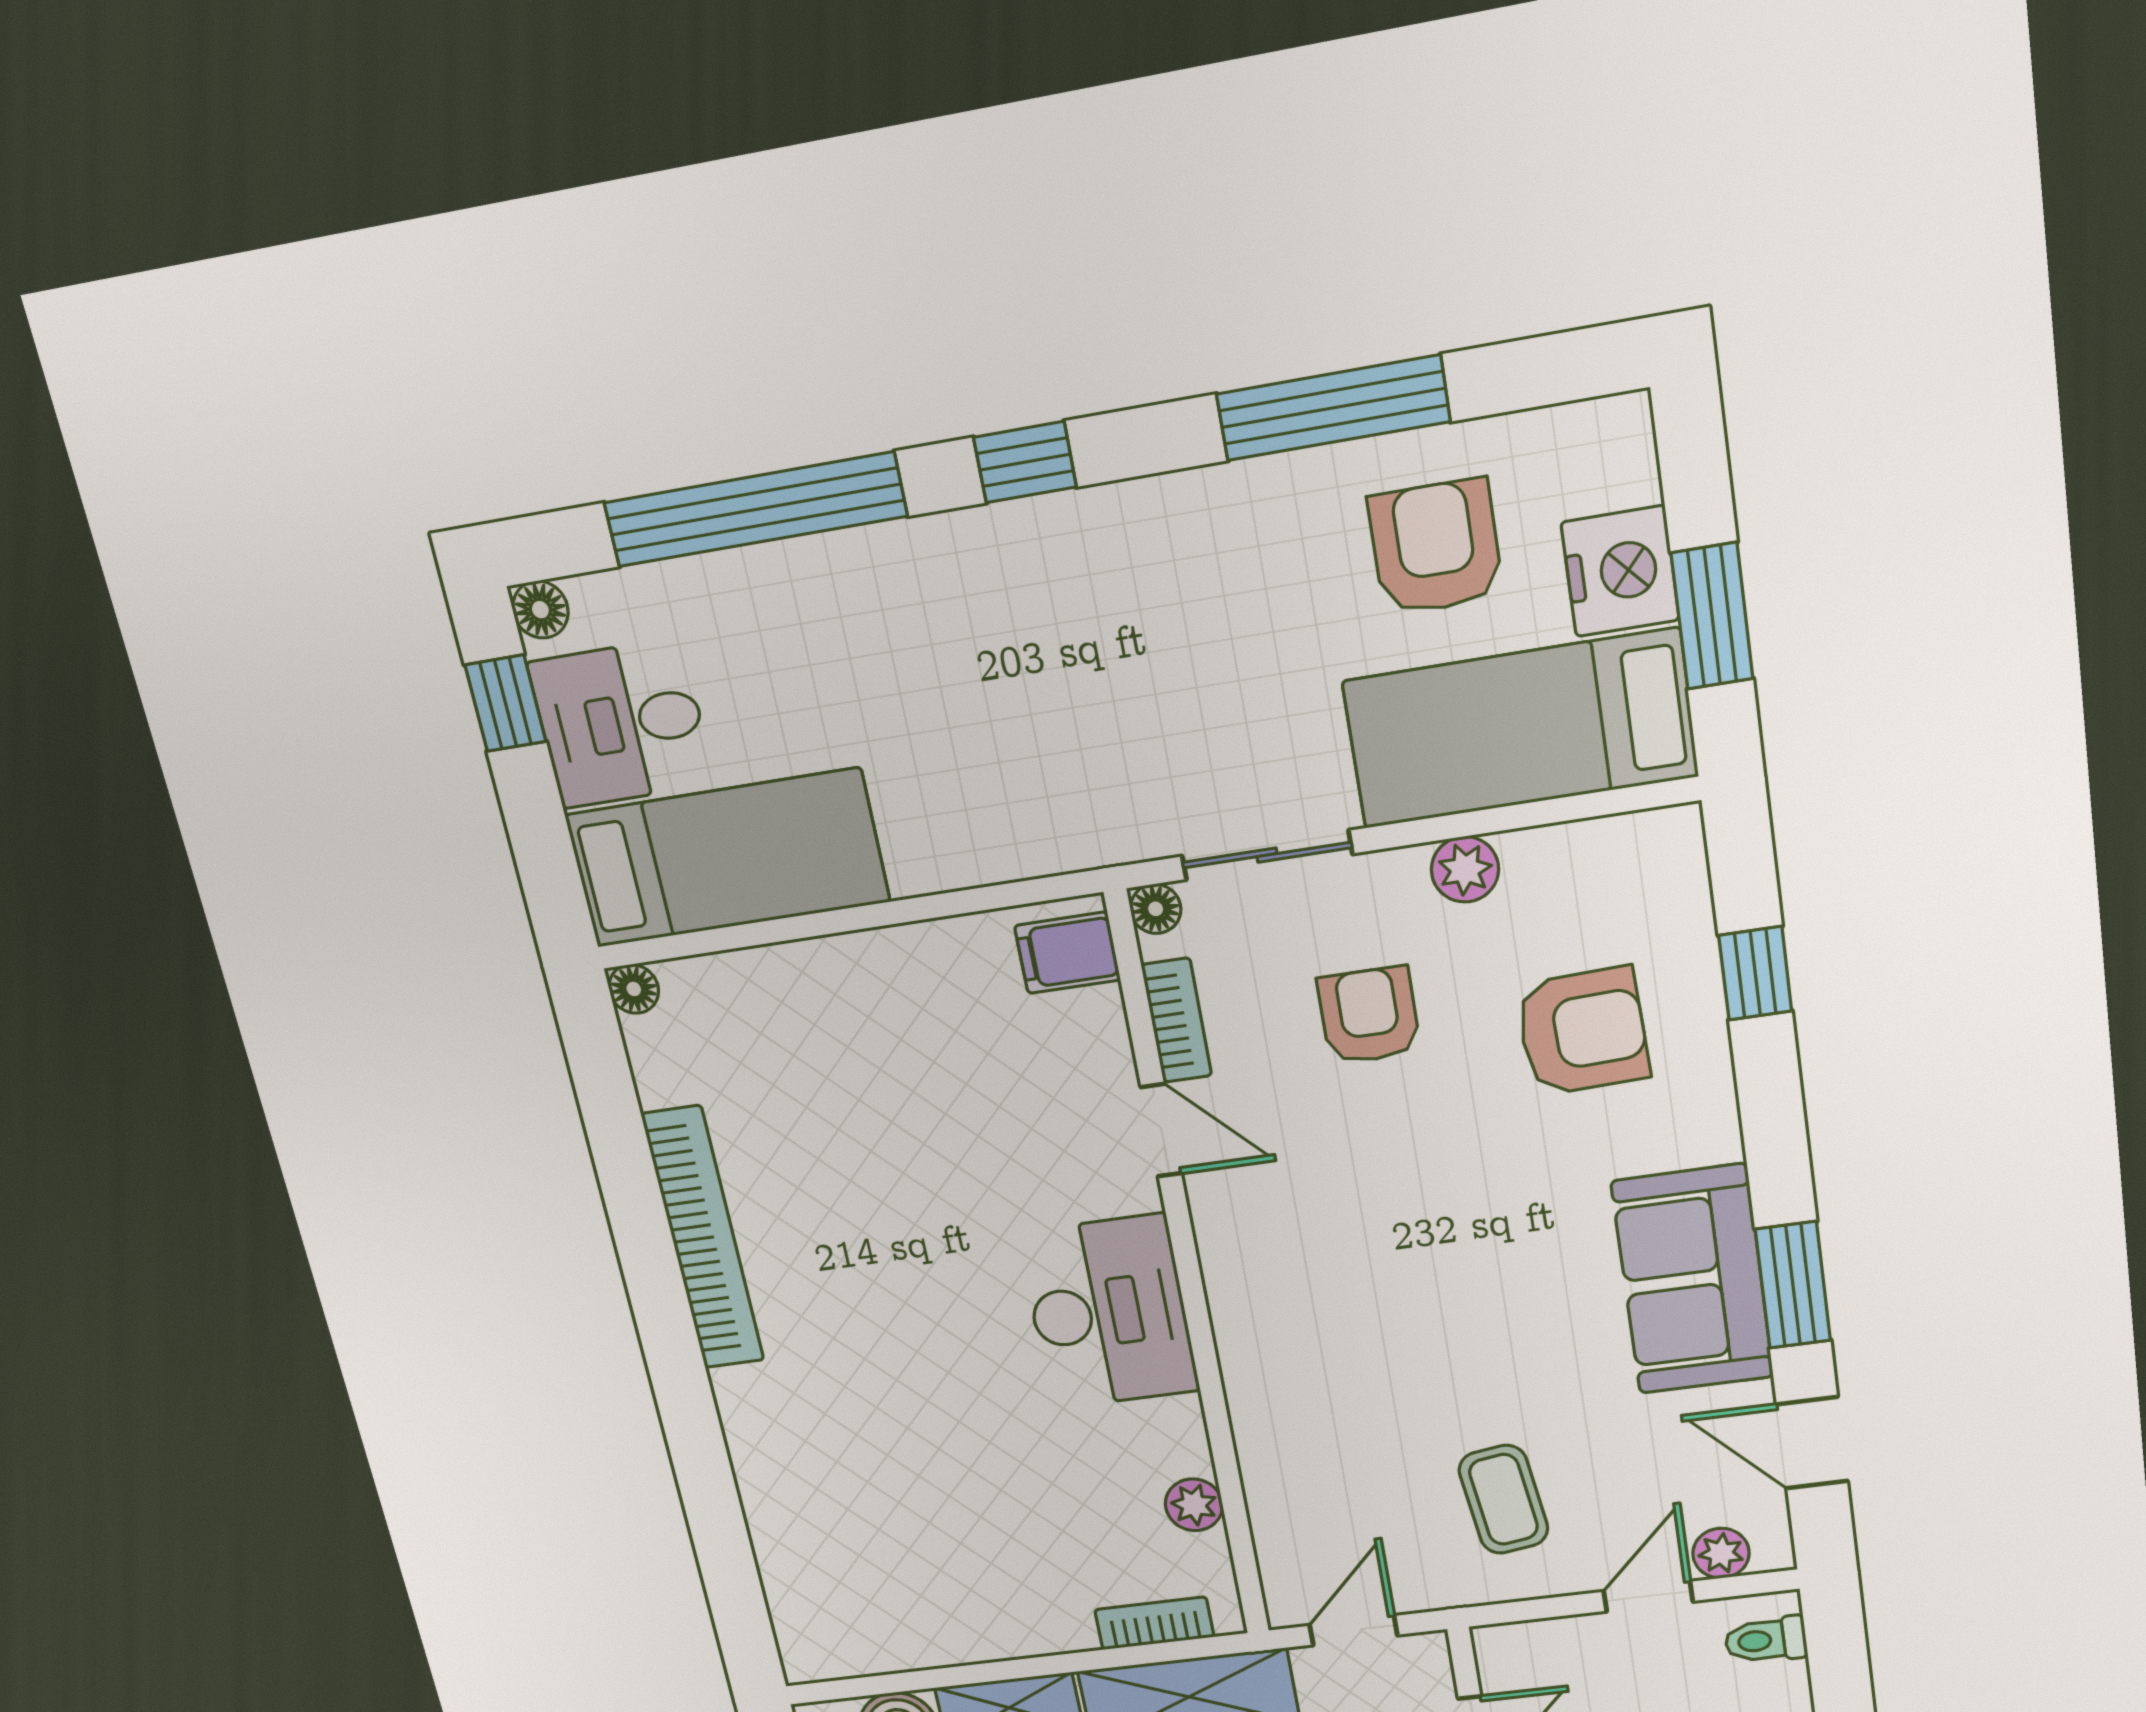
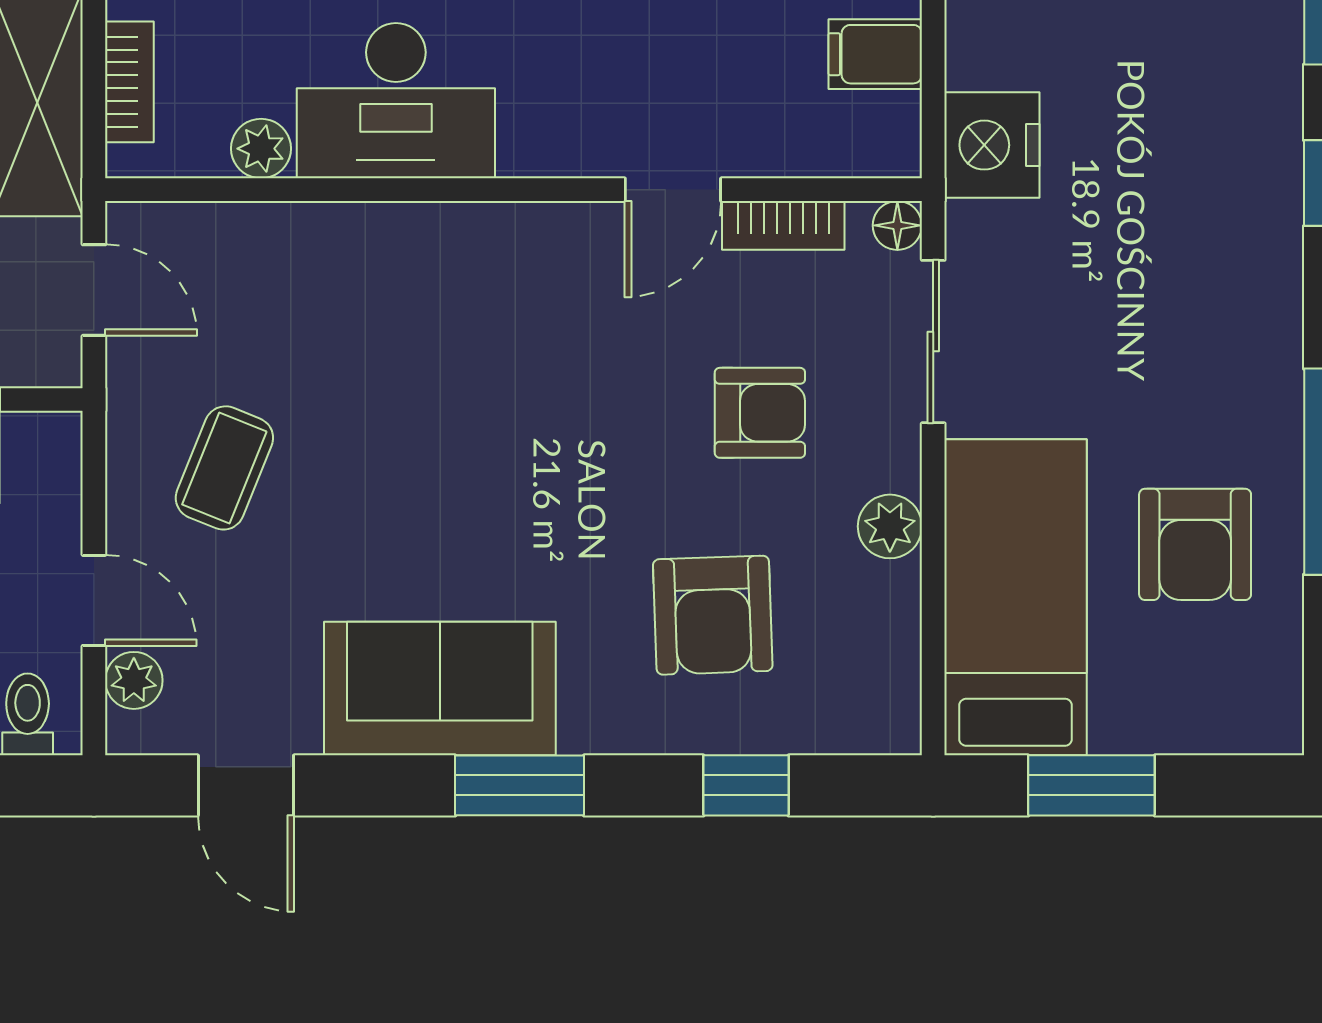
armchair: (1436, 547) -> (1195, 544), turned 90
nightstand: (1620, 571) -> (992, 145), moved, turned 90
filing cabinet: (1067, 953) -> (875, 54), moved, turned -90
window: (1793, 1285) -> (520, 785), moved
desk: (1109, 1312) -> (396, 101), moved
door: (1812, 1443) -> (246, 785), swing flipped
coffee table: (1503, 1499) -> (224, 468), turned -60

